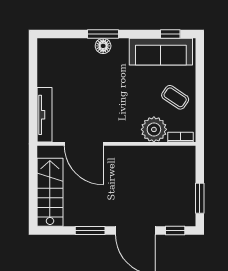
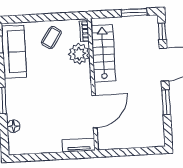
floor lamp: (103, 46) -> (13, 126), moved
tv unit: (44, 115) -> (79, 145), width x0.71
stairs: (50, 192) -> (103, 53), moved, turned 90

